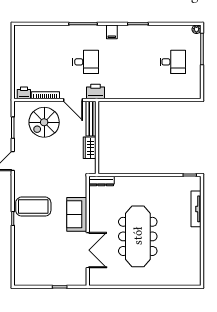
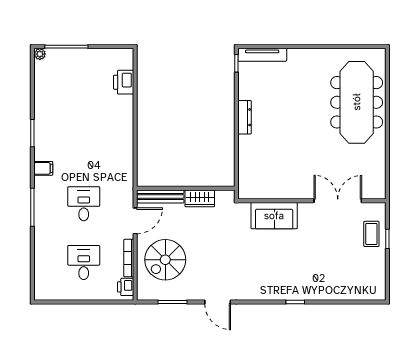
desk: (173, 62) -> (84, 263), moved
printer: (95, 91) -> (124, 82), moved
spiral stairs: (44, 122) -> (165, 260), turned 90
dresser: (101, 181) -> (245, 117), moved
coffee table: (33, 207) -> (371, 234), moved, width x0.54, depth x0.58
tv unit: (196, 209) -> (262, 55), moved
sofa: (77, 214) -> (274, 216), moved
meeting table: (138, 236) -> (357, 102), moved, turned 90

